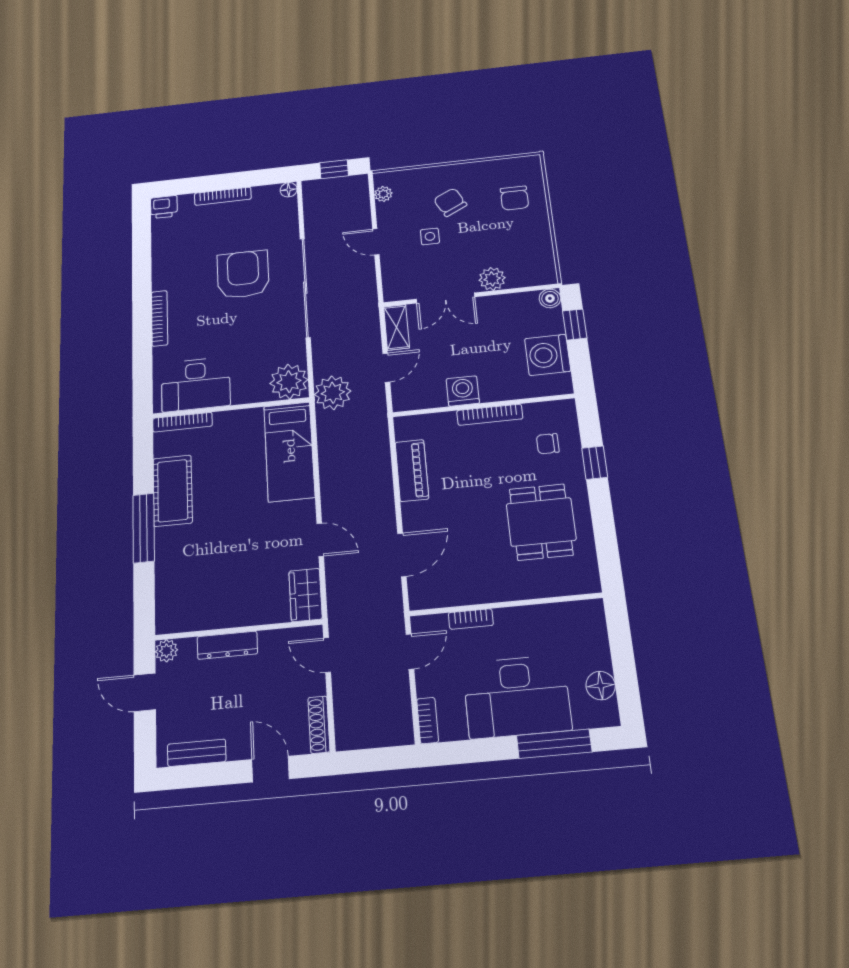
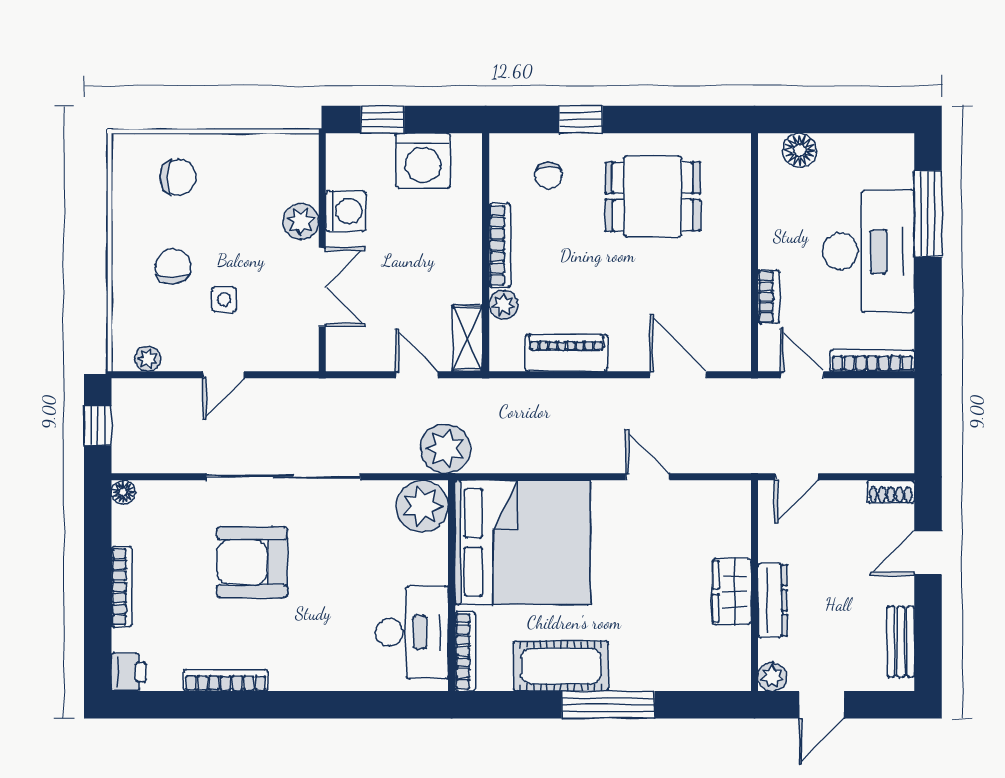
chair: (450, 202) -> (173, 267), turned 117
boiler: (550, 298) -> (340, 147), removed
bookcase: (160, 318) -> (226, 680), moved
shelving: (397, 327) -> (467, 338), moved, turned 90
washing machine: (463, 391) -> (346, 211), moved, turned 180
plant: (445, 422) -> (503, 305), added
bed: (289, 451) -> (523, 542), width x2.04
door: (320, 540) -> (648, 477), hinge flipped
wardrobe: (305, 595) -> (732, 592), moved, turned 90
floor lamp: (601, 686) -> (800, 150), moved
bookcase: (428, 720) -> (872, 361), width x1.56
shoe rack: (319, 725) -> (891, 492), width x0.70

